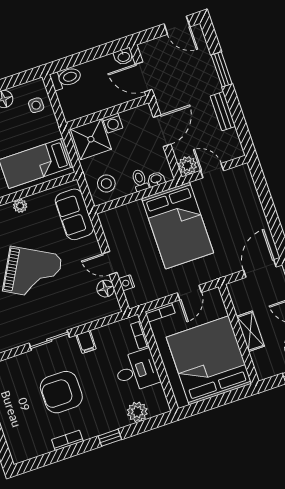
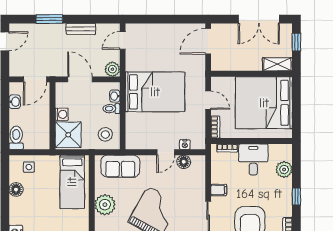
washbasin: (124, 57) -> (15, 102), moved
door: (212, 171) -> (123, 40), moved
plant: (20, 206) -> (105, 205), width x1.88, depth x1.88
door: (260, 269) -> (208, 41), hinge flipped
shelving: (250, 331) -> (277, 64), moved

